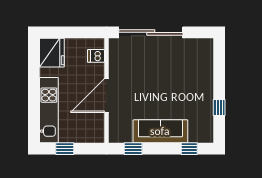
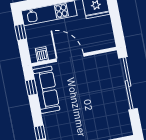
dishwasher: (96, 56) -> (42, 54), moved
sofa: (160, 131) -> (46, 90), moved

